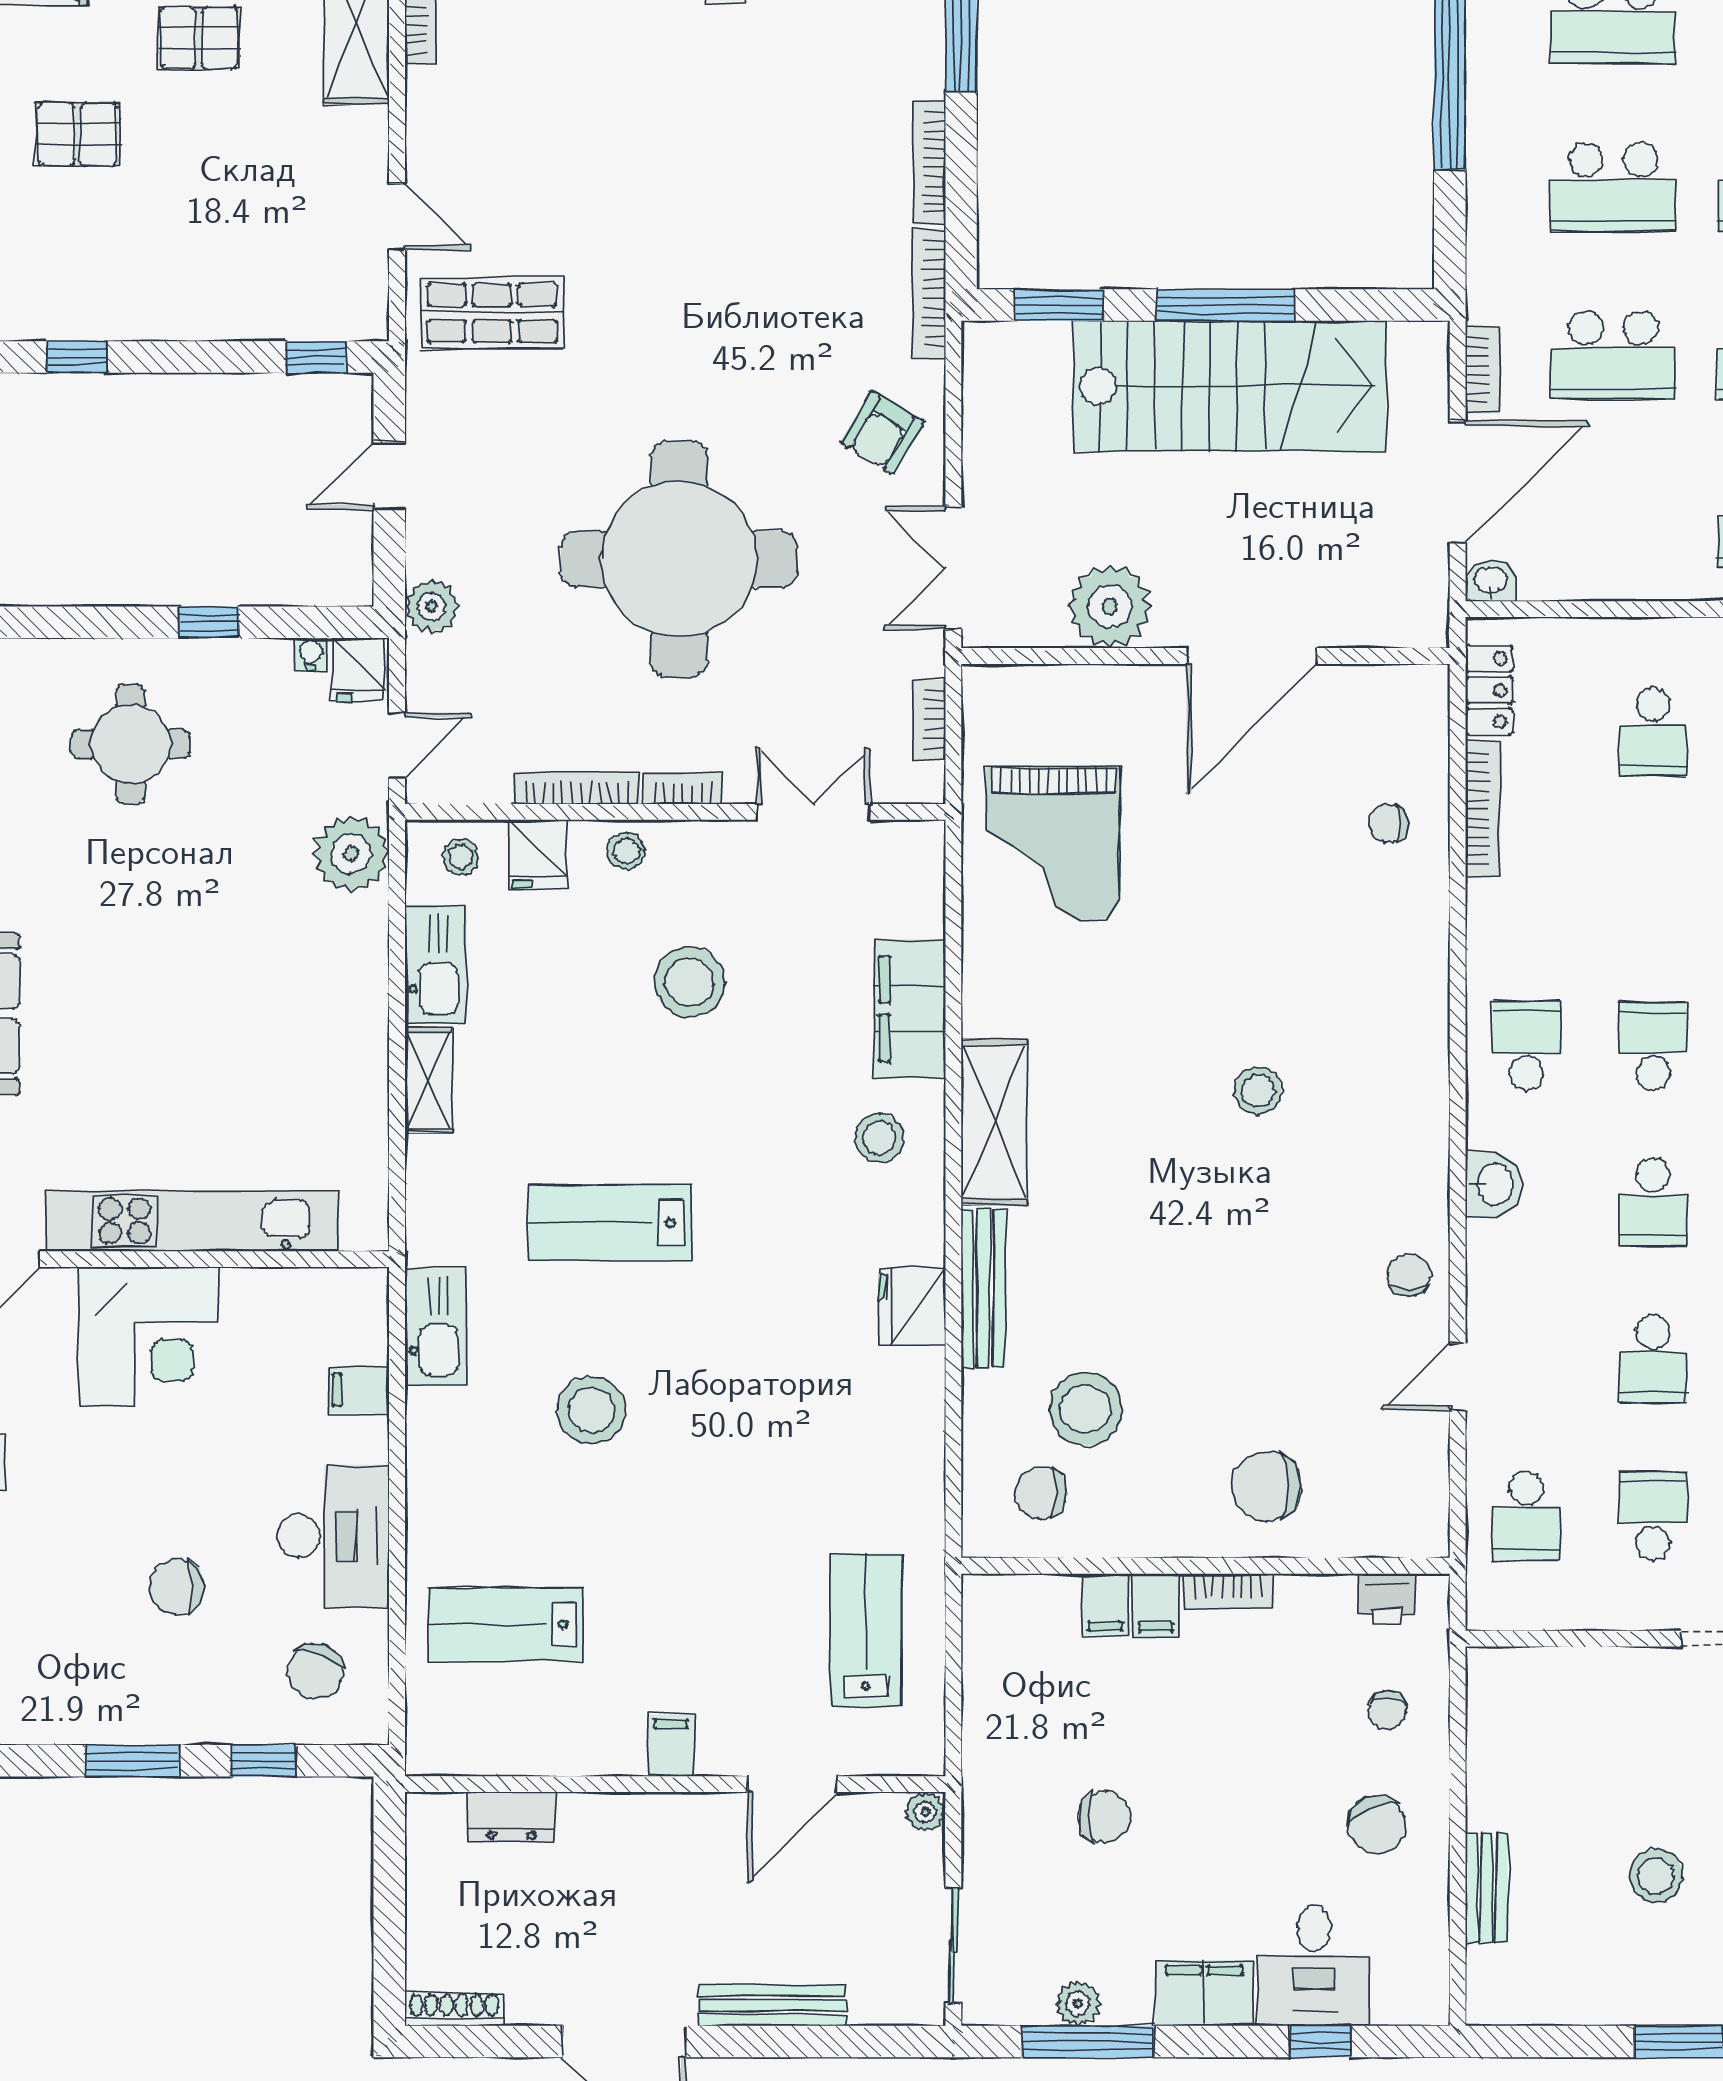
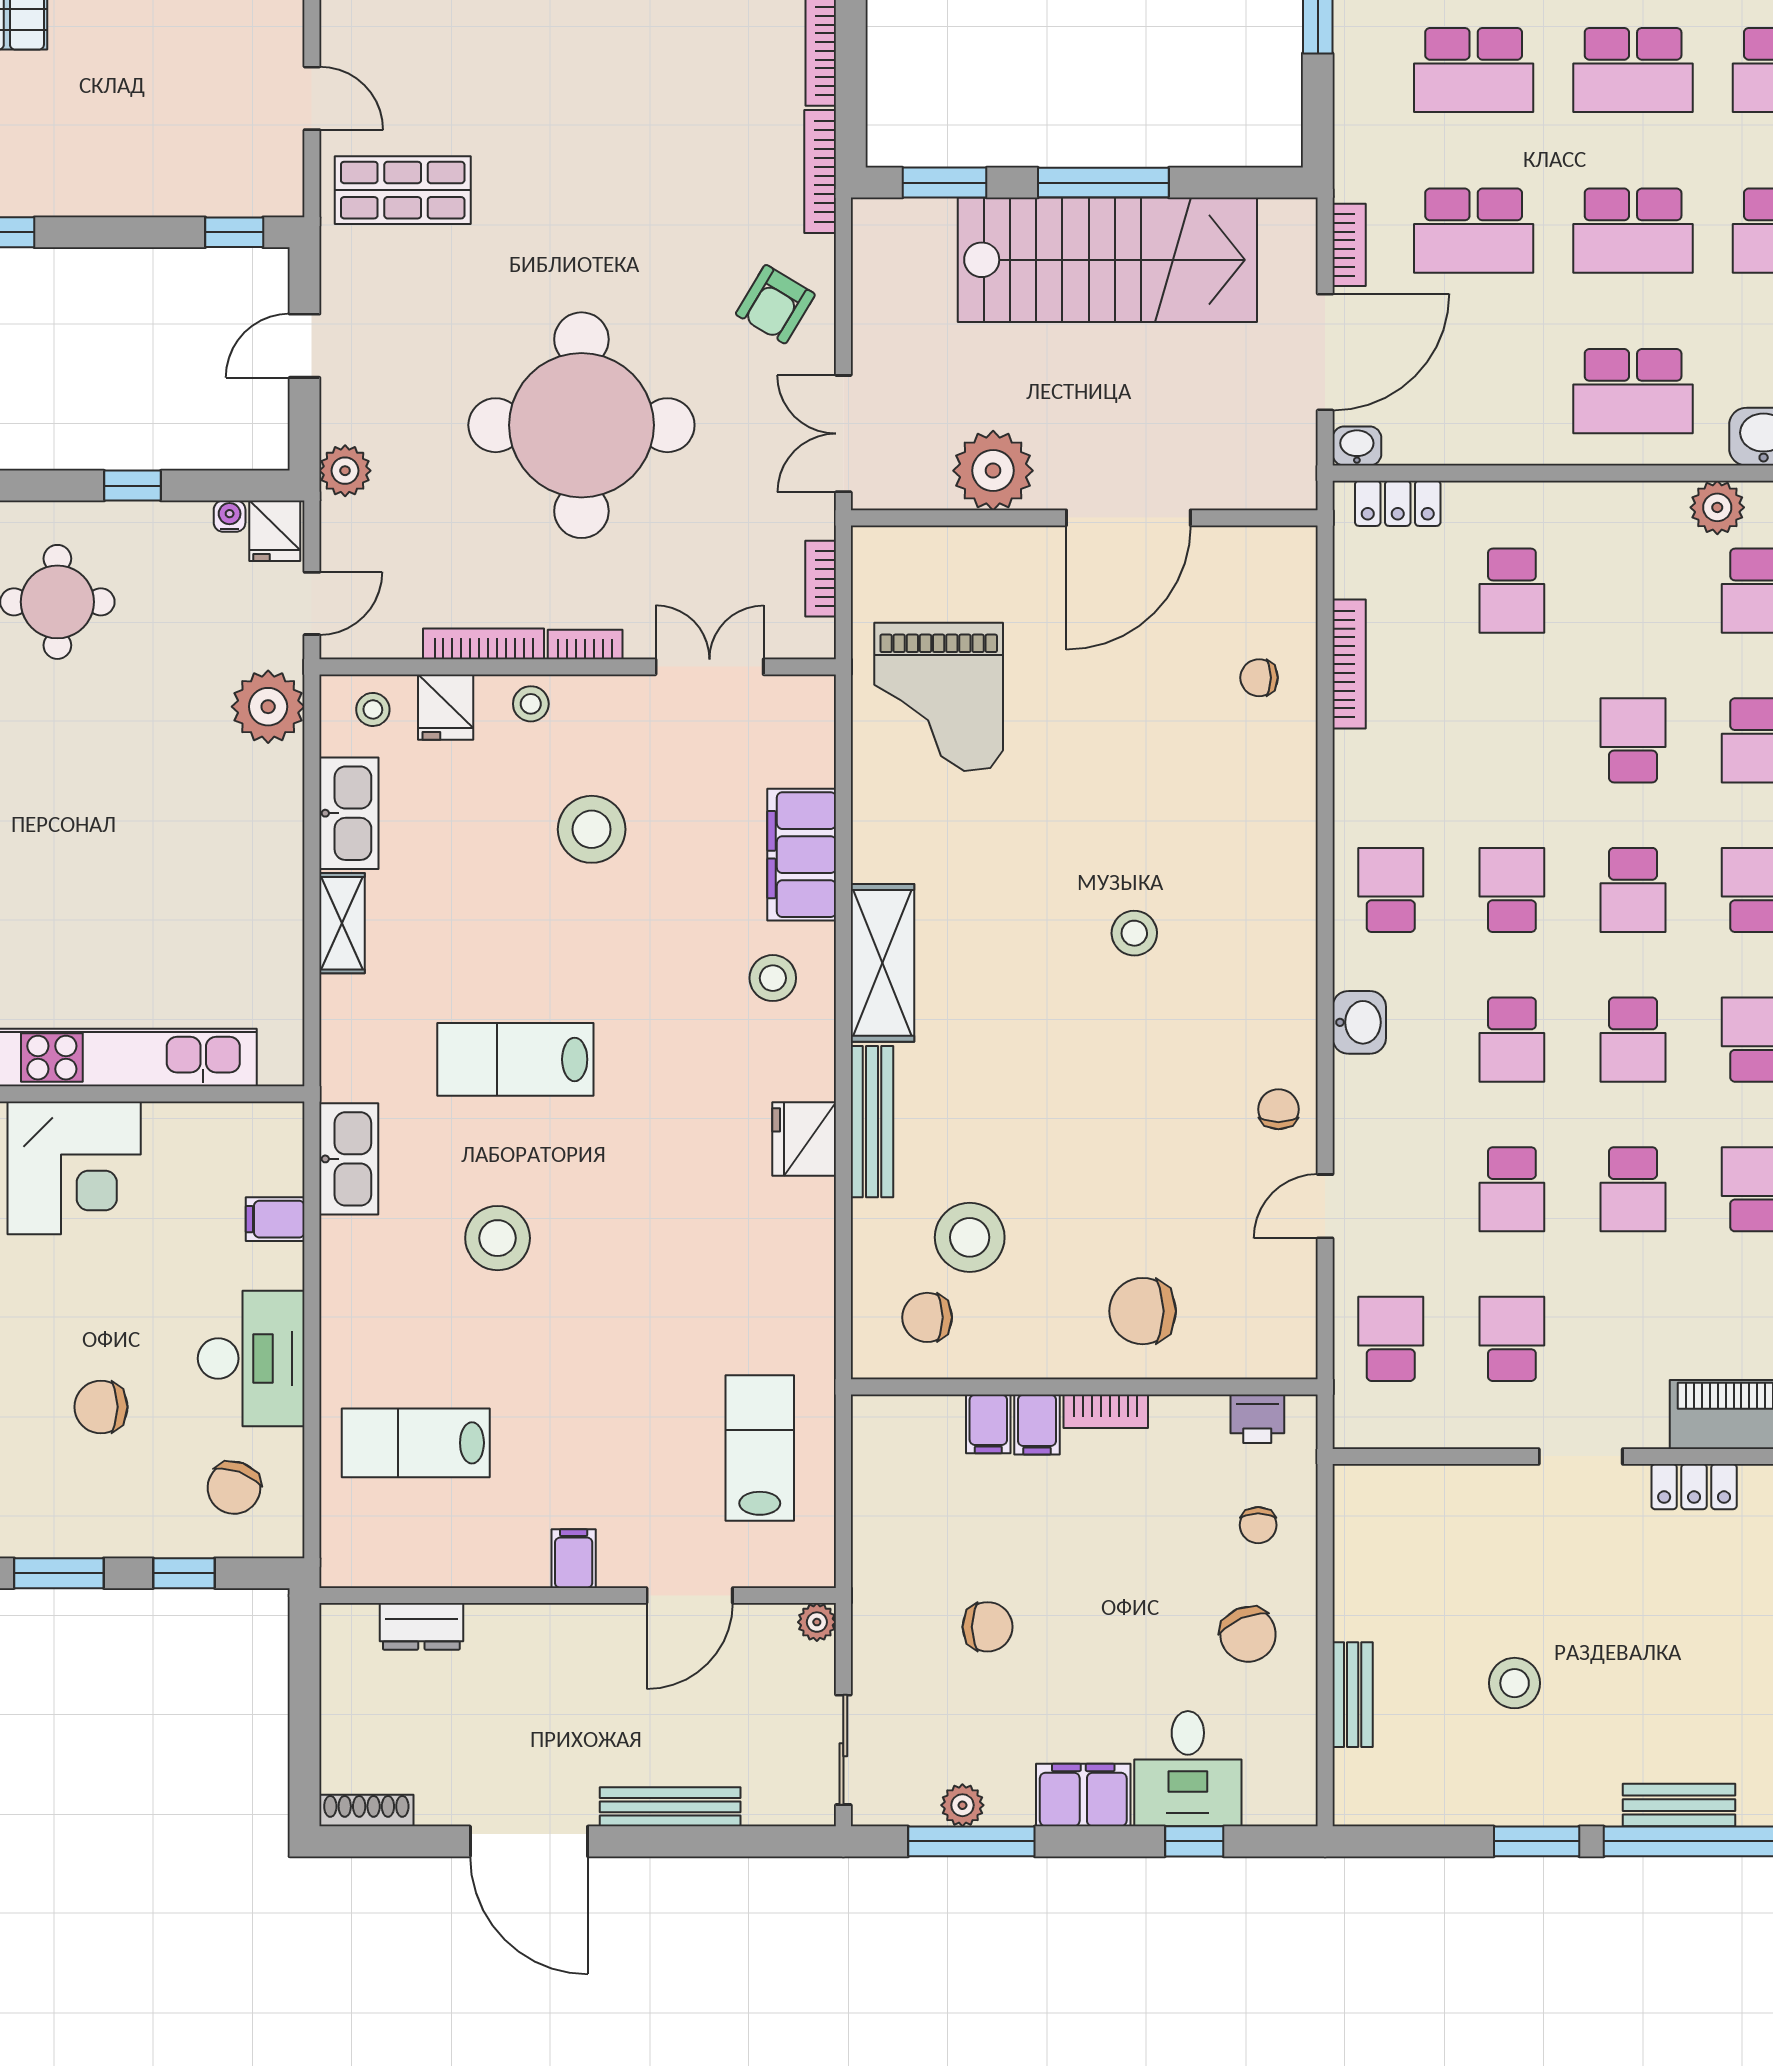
locker: (1489, 690) -> (1398, 503), moved, turned 90
school desk: (1526, 1516) -> (1391, 1339), turned 180

